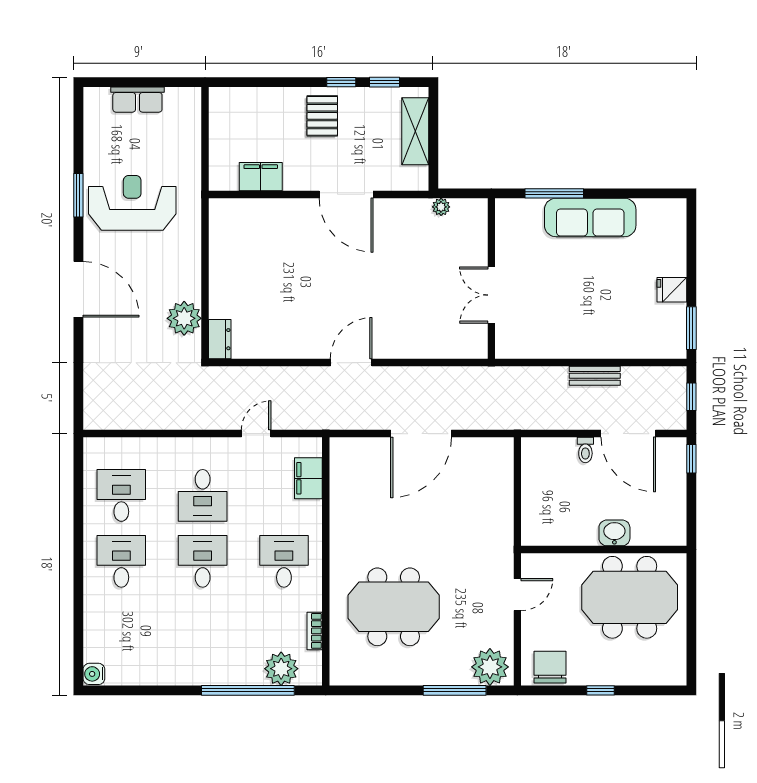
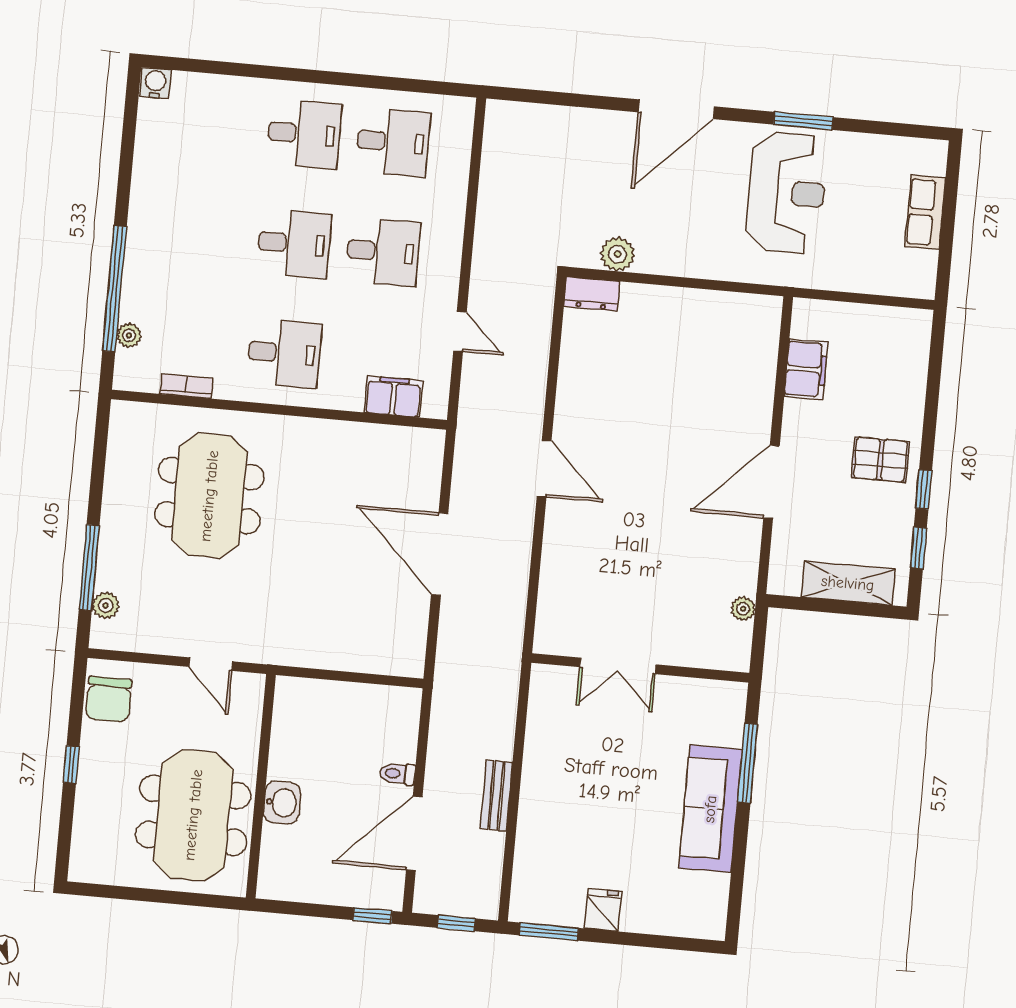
double door: (491, 295) -> (618, 666), swing flipped
plant: (184, 318) -> (618, 254), width x0.73, depth x0.73
desk: (203, 495) -> (383, 252), turned 180
plant: (490, 667) -> (106, 605), width x0.53, depth x0.53
chair: (550, 667) -> (109, 699), turned 90
plant: (281, 669) -> (129, 335), width x0.53, depth x0.53

